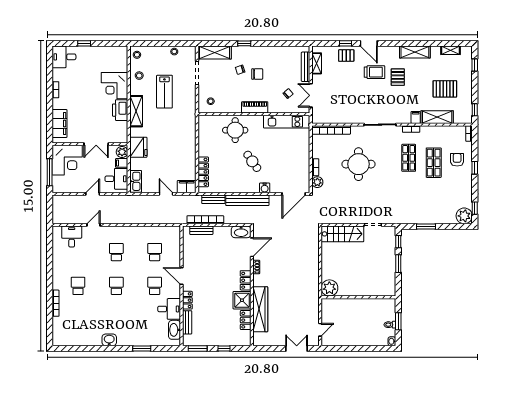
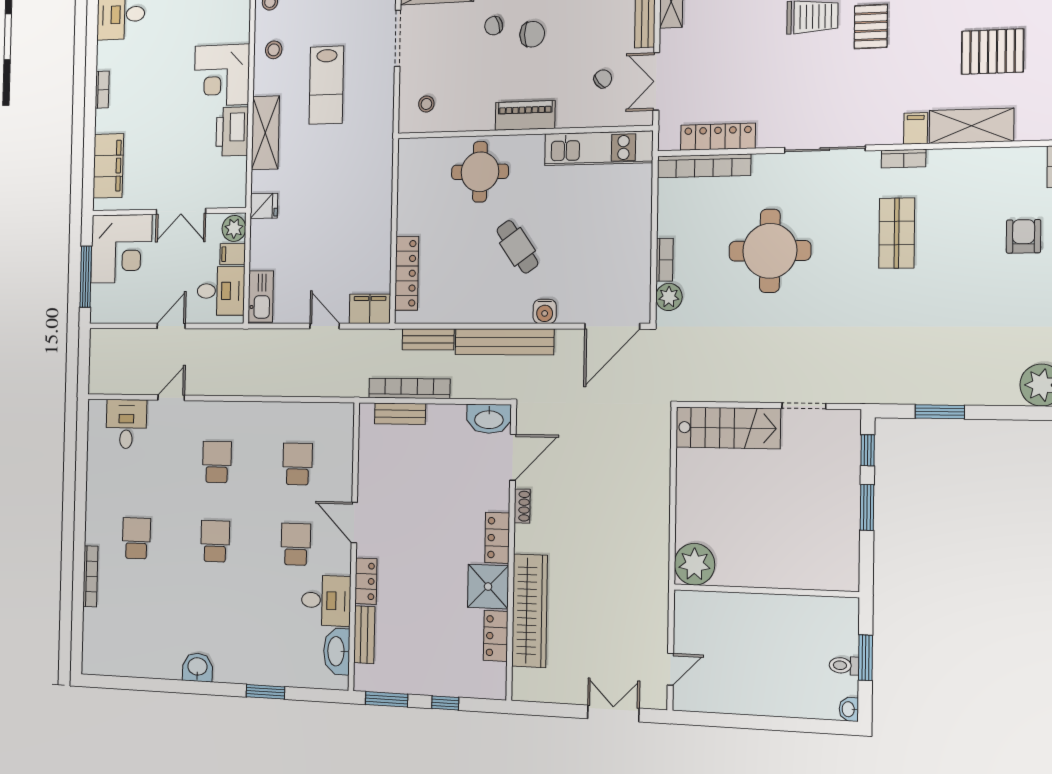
locker: (337, 118) -> (718, 137), added
fridge: (138, 147) -> (264, 206), width x0.53, depth x0.75
shop shelf: (434, 163) -> (962, 245), removed

